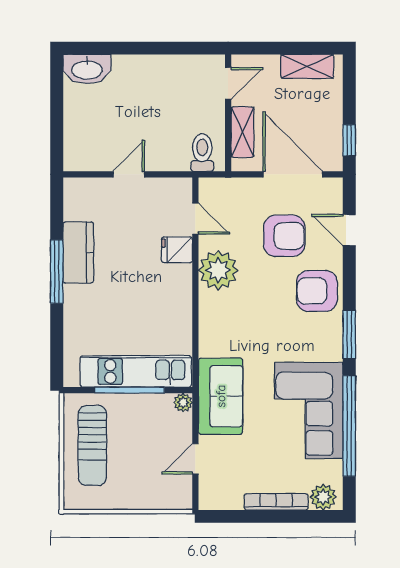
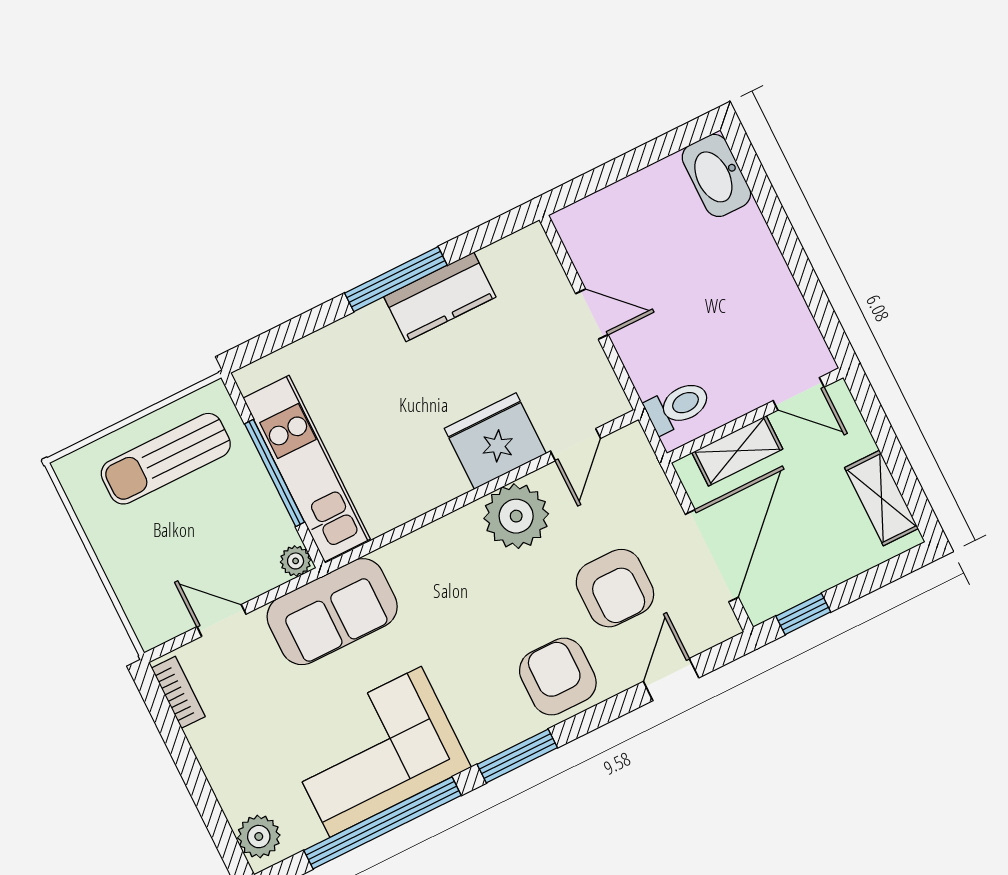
fridge: (177, 250) -> (495, 441), width x1.88, depth x1.34
bookcase: (276, 502) -> (178, 692), moved, width x0.64

